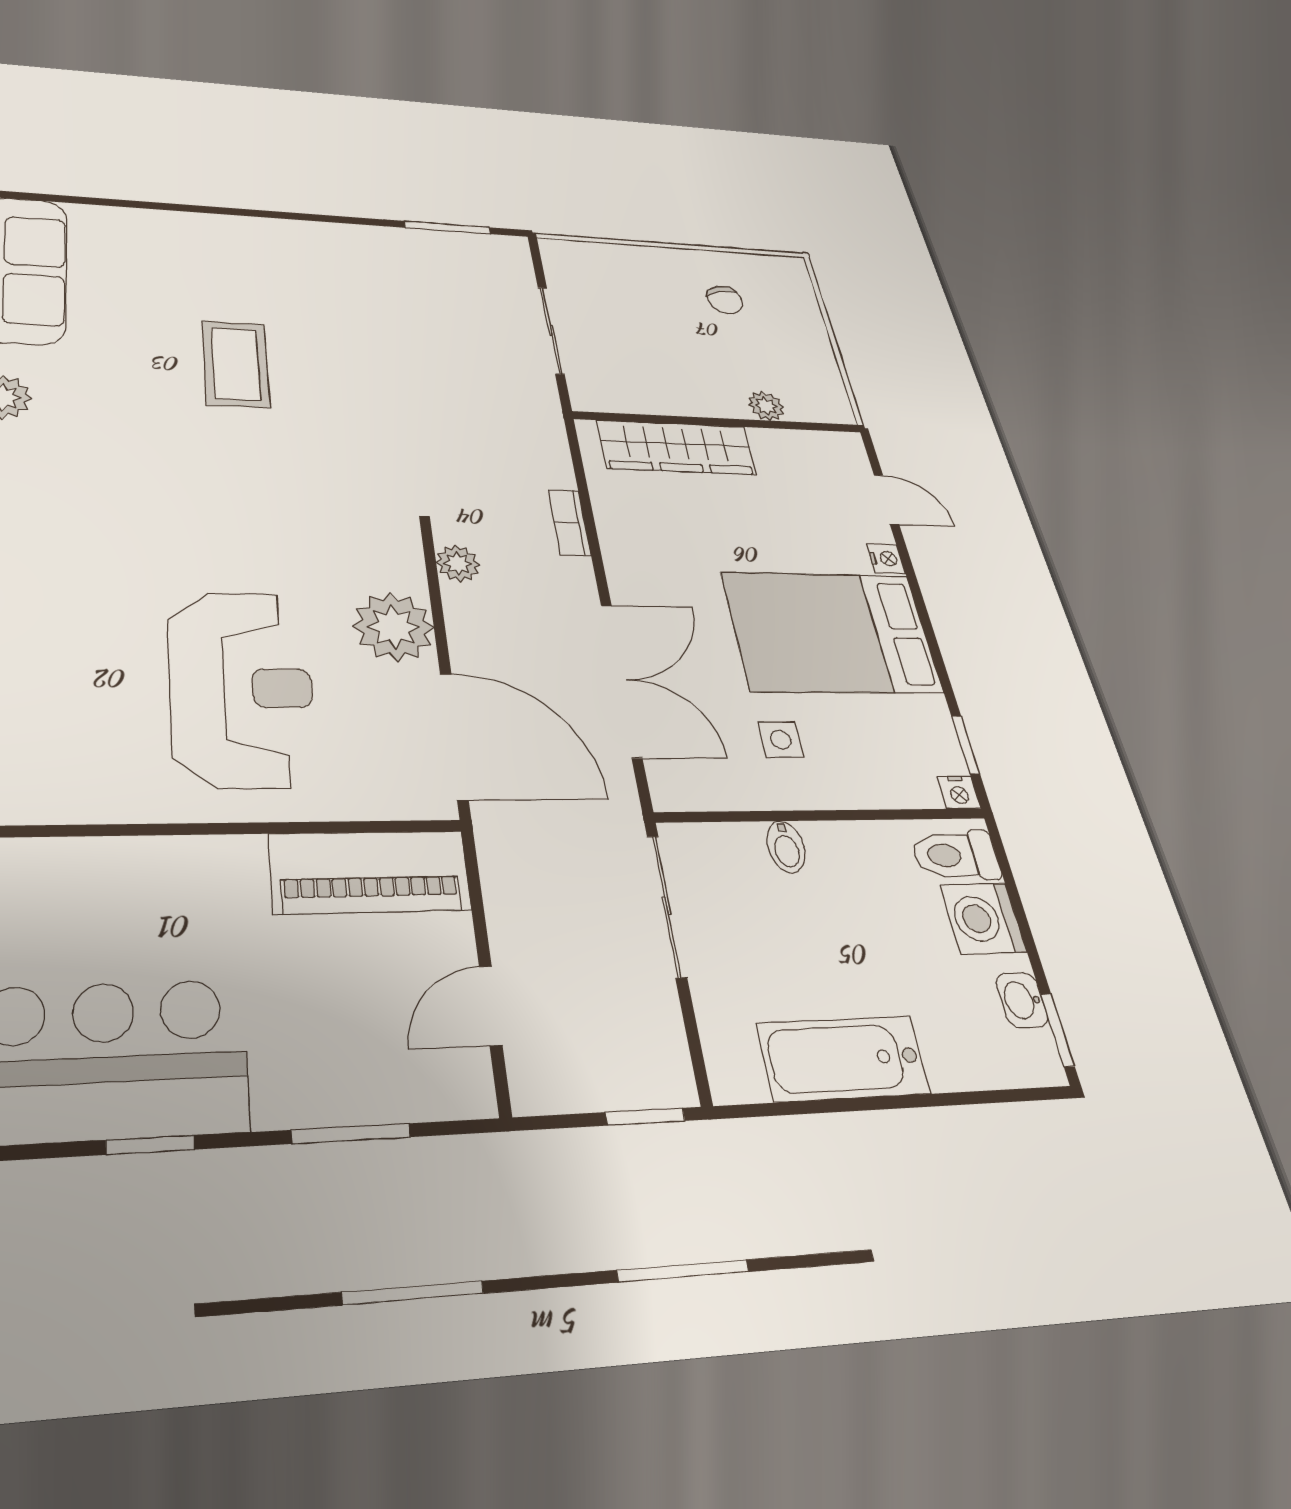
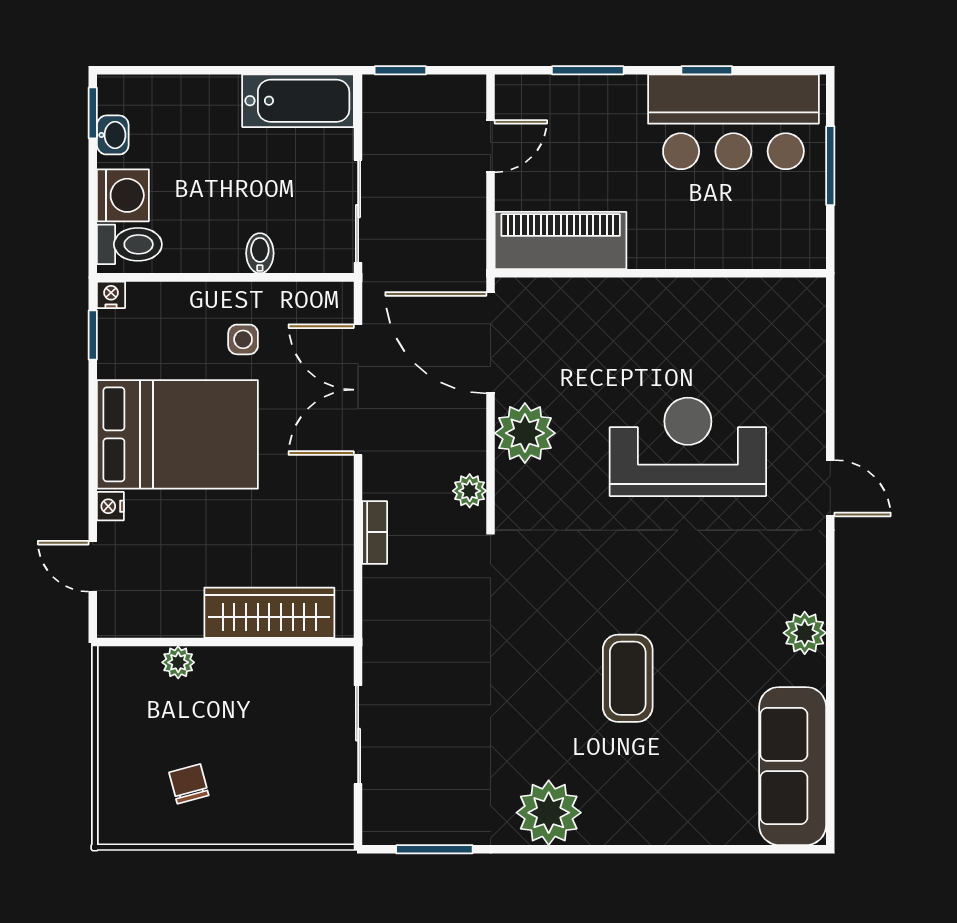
plant: (321, 249) -> (549, 813), added
reception desk: (241, 688) -> (688, 447), moved, turned 90
bathtub: (843, 1058) -> (298, 101), moved

